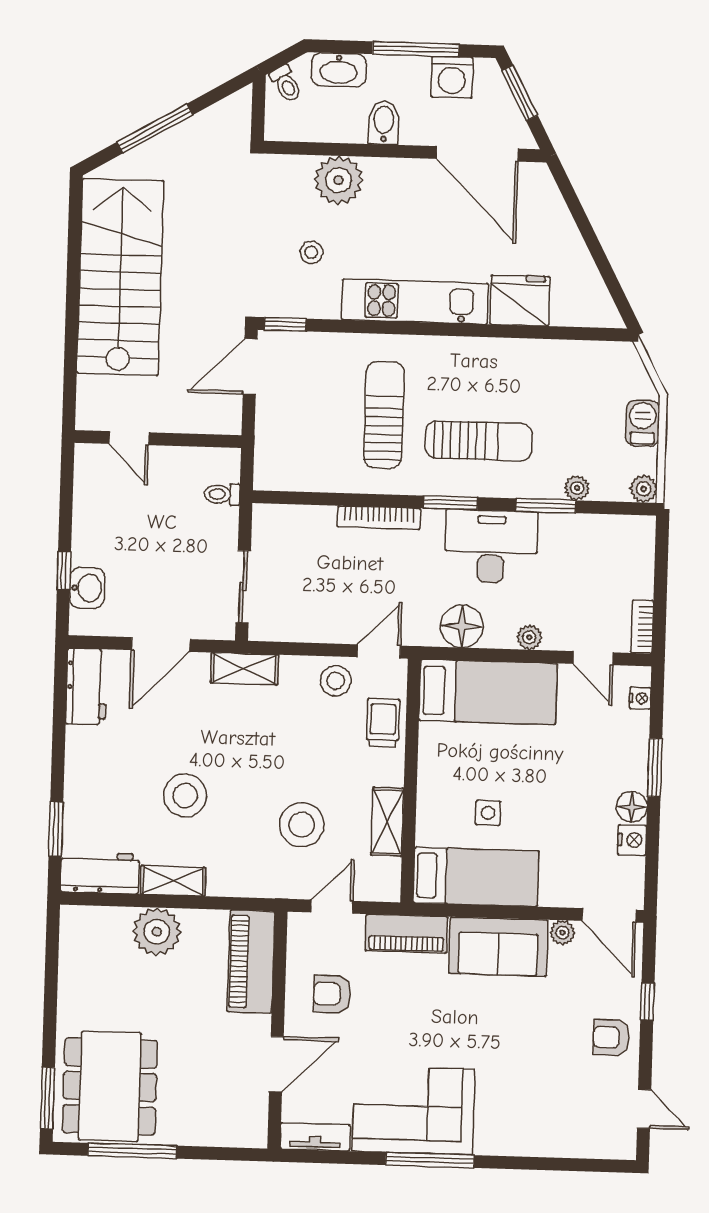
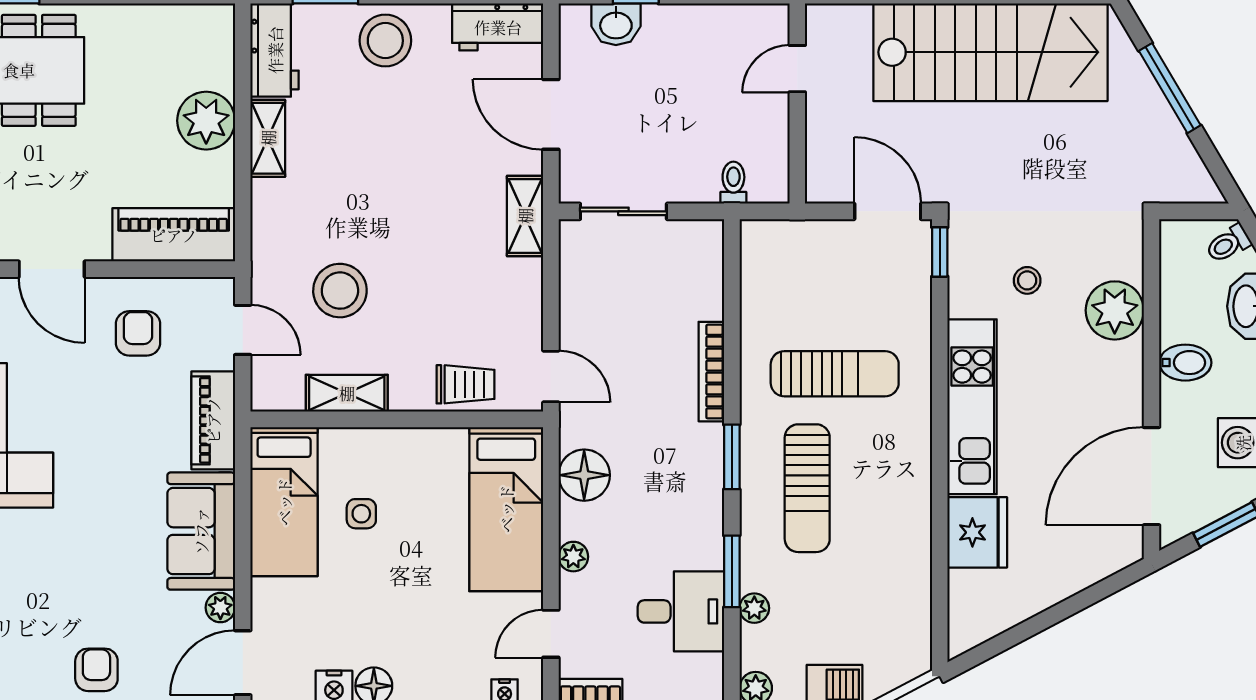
desk: (491, 546) -> (681, 611), moved, width x0.73
stool: (336, 681) -> (514, 326), removed
stool: (185, 795) -> (385, 41), moved

